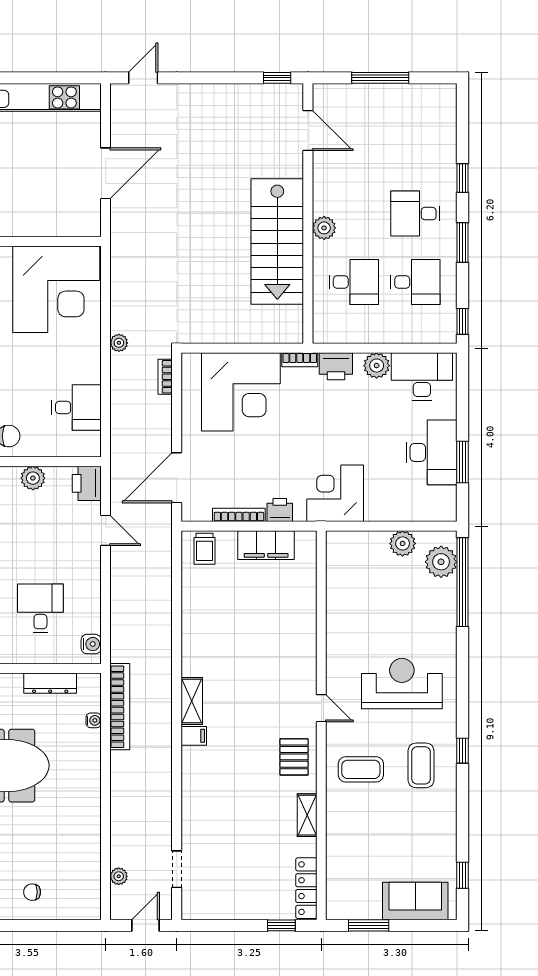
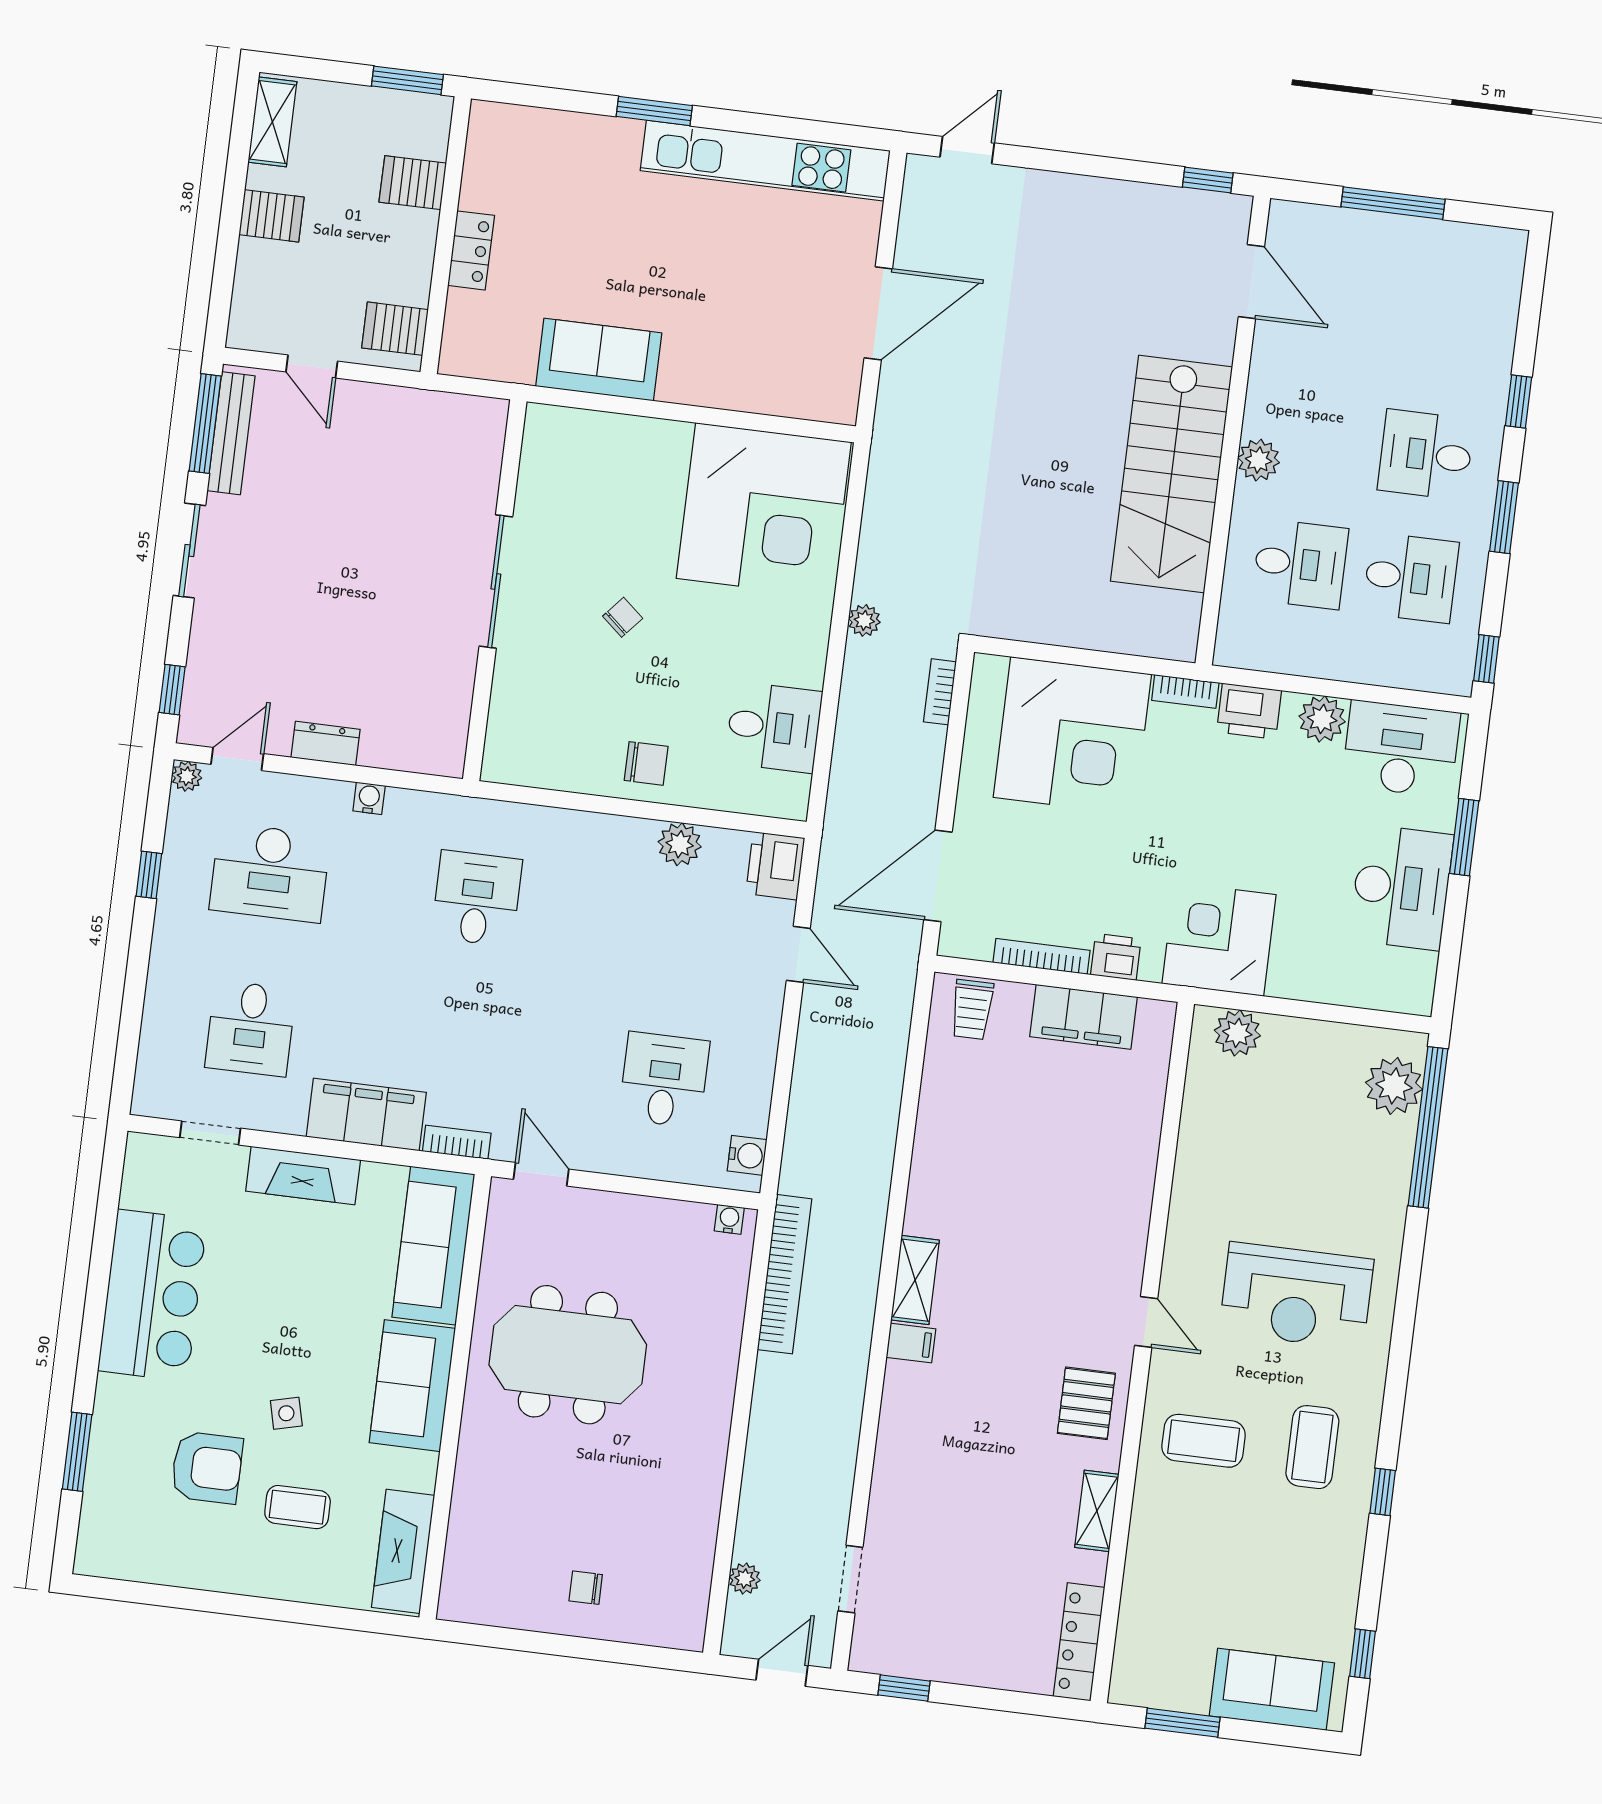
window: (463, 462) -> (1464, 837), moved
plant: (403, 543) -> (1237, 1033), moved
dresser: (50, 683) -> (665, 1216), removed
reception desk: (402, 684) -> (1296, 1296), turned 180
water cooler: (94, 720) -> (729, 1219), moved, turned -90
window: (463, 751) -> (1383, 1492), moved
window: (281, 925) -> (904, 1688), moved

